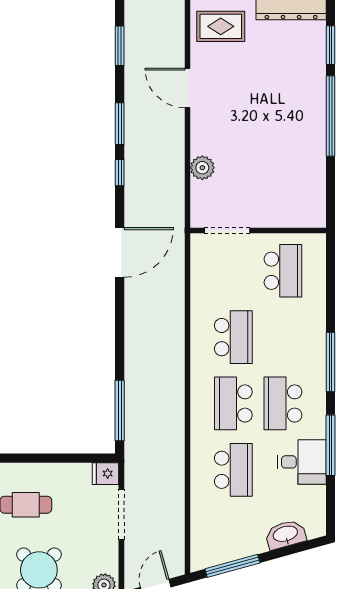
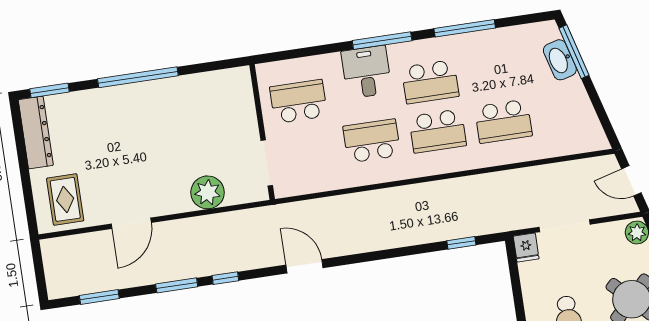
window: (331, 45) -> (49, 90), moved
plant: (202, 168) -> (208, 192), width x1.36, depth x1.36
door: (120, 252) -> (305, 266), width x0.73
window: (120, 410) -> (461, 243), width x0.46
desk: (302, 462) -> (366, 72), moved
school desk: (233, 470) -> (503, 121), turned 180
window: (232, 566) -> (574, 52), moved

